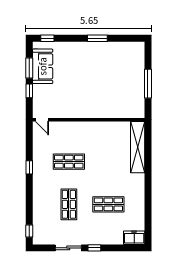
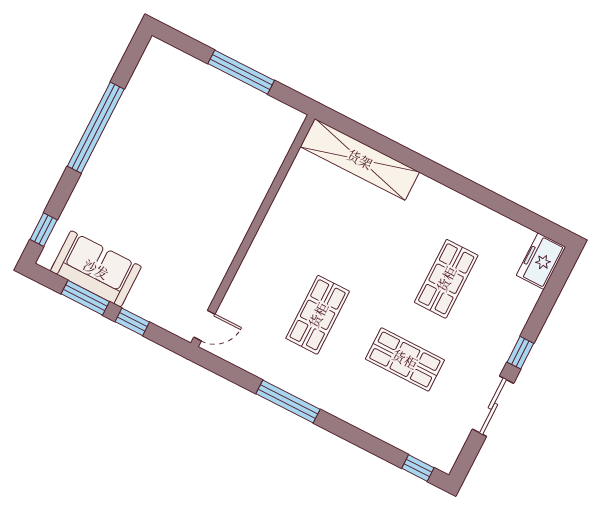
window: (97, 38) -> (96, 128), width x2.11
window: (29, 167) -> (288, 402), width x2.17

